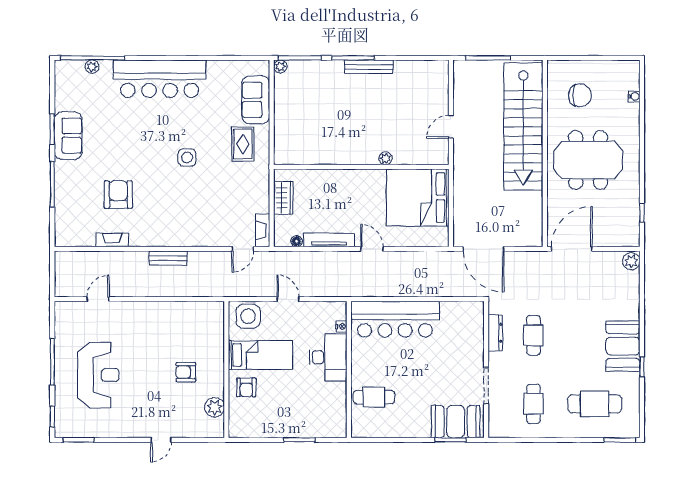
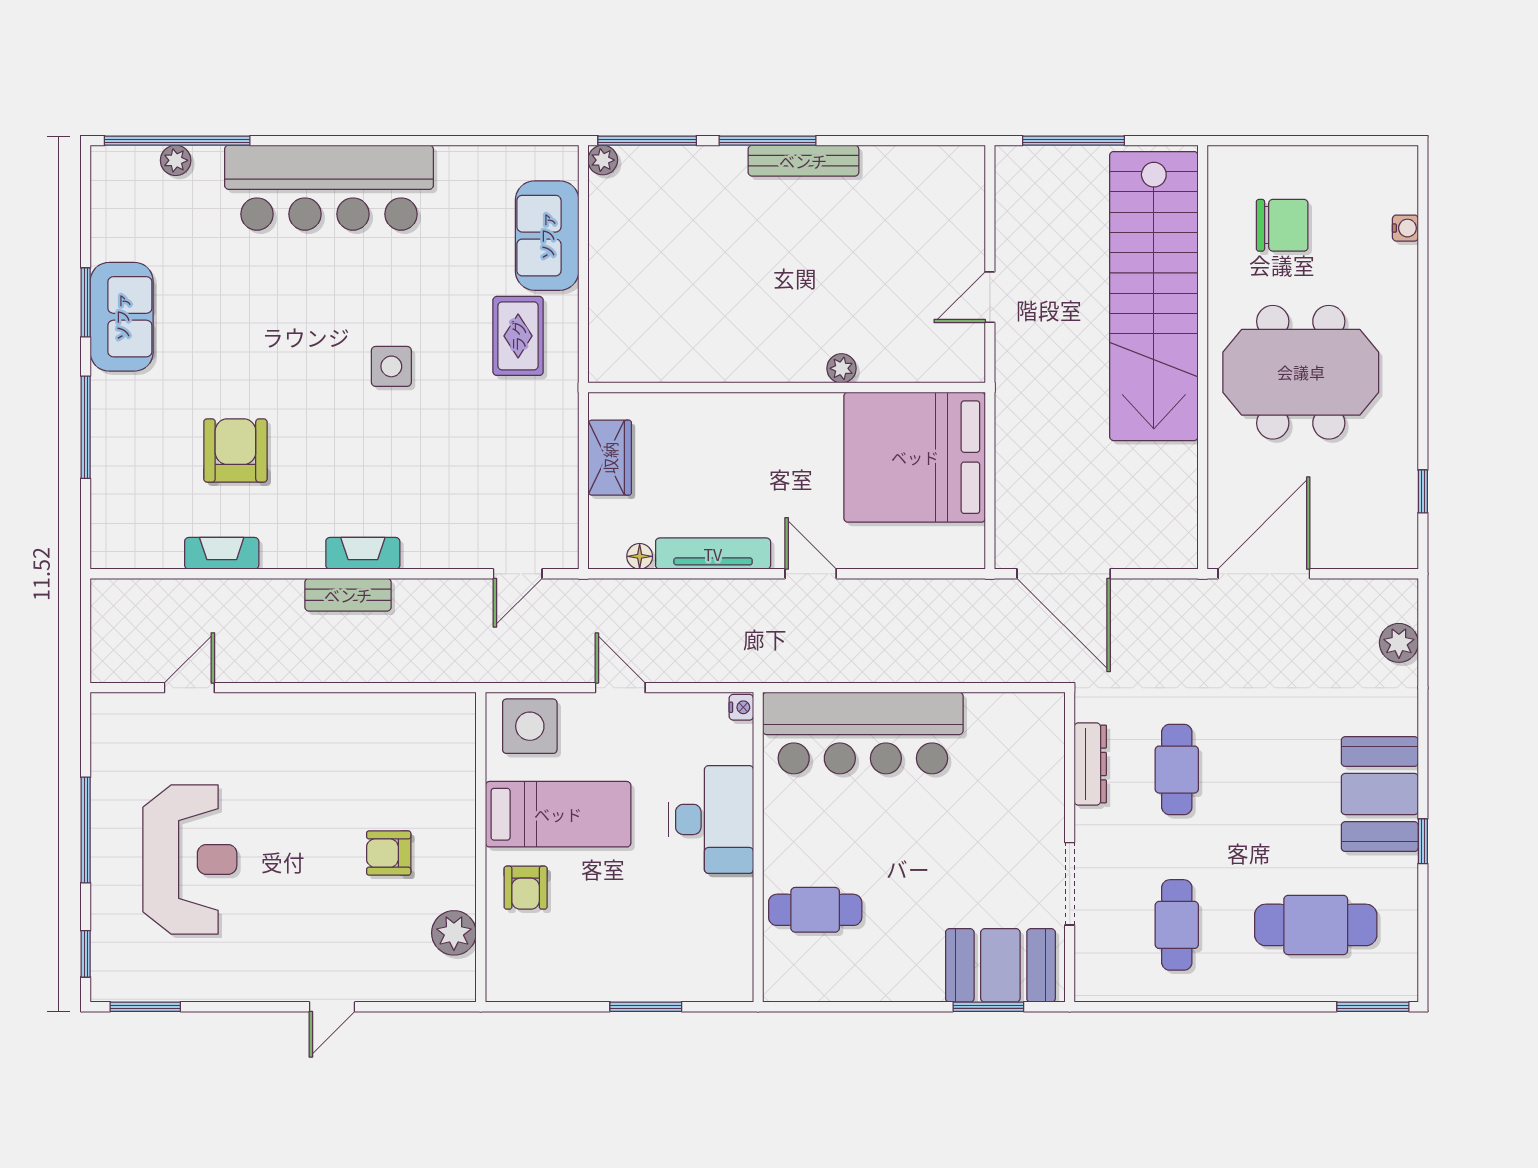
fireplace: (263, 230) -> (363, 553), moved, turned 90
plant: (631, 261) -> (1399, 643), moved
nightstand: (341, 326) -> (741, 707), moved

